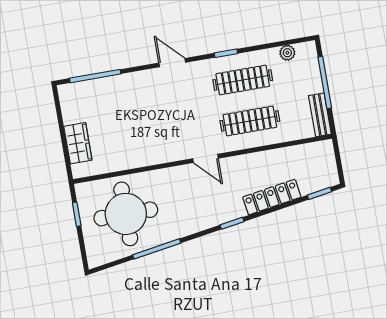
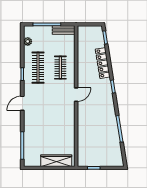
clothes rail: (250, 121) -> (60, 68), width x0.73
wardrobe: (78, 143) -> (56, 161), width x1.50
round table: (126, 214) -> (98, 142), removed

